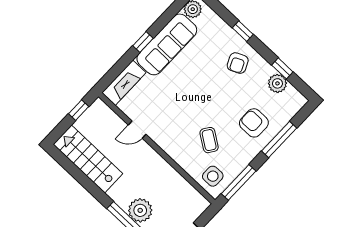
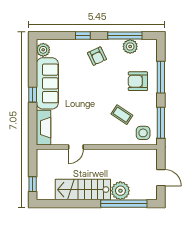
window: (282, 68) -> (125, 36), width x2.17
window: (79, 110) -> (33, 184), moved
stairs: (88, 159) -> (83, 190), moved

